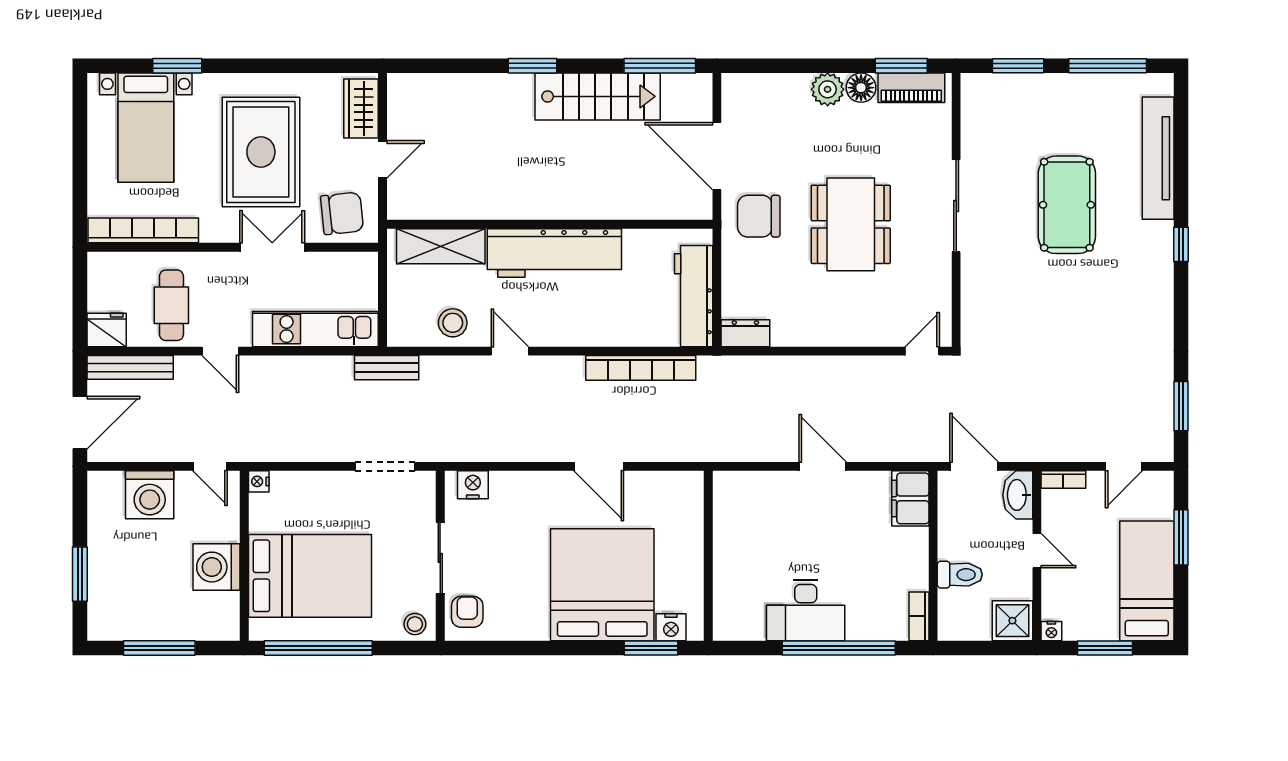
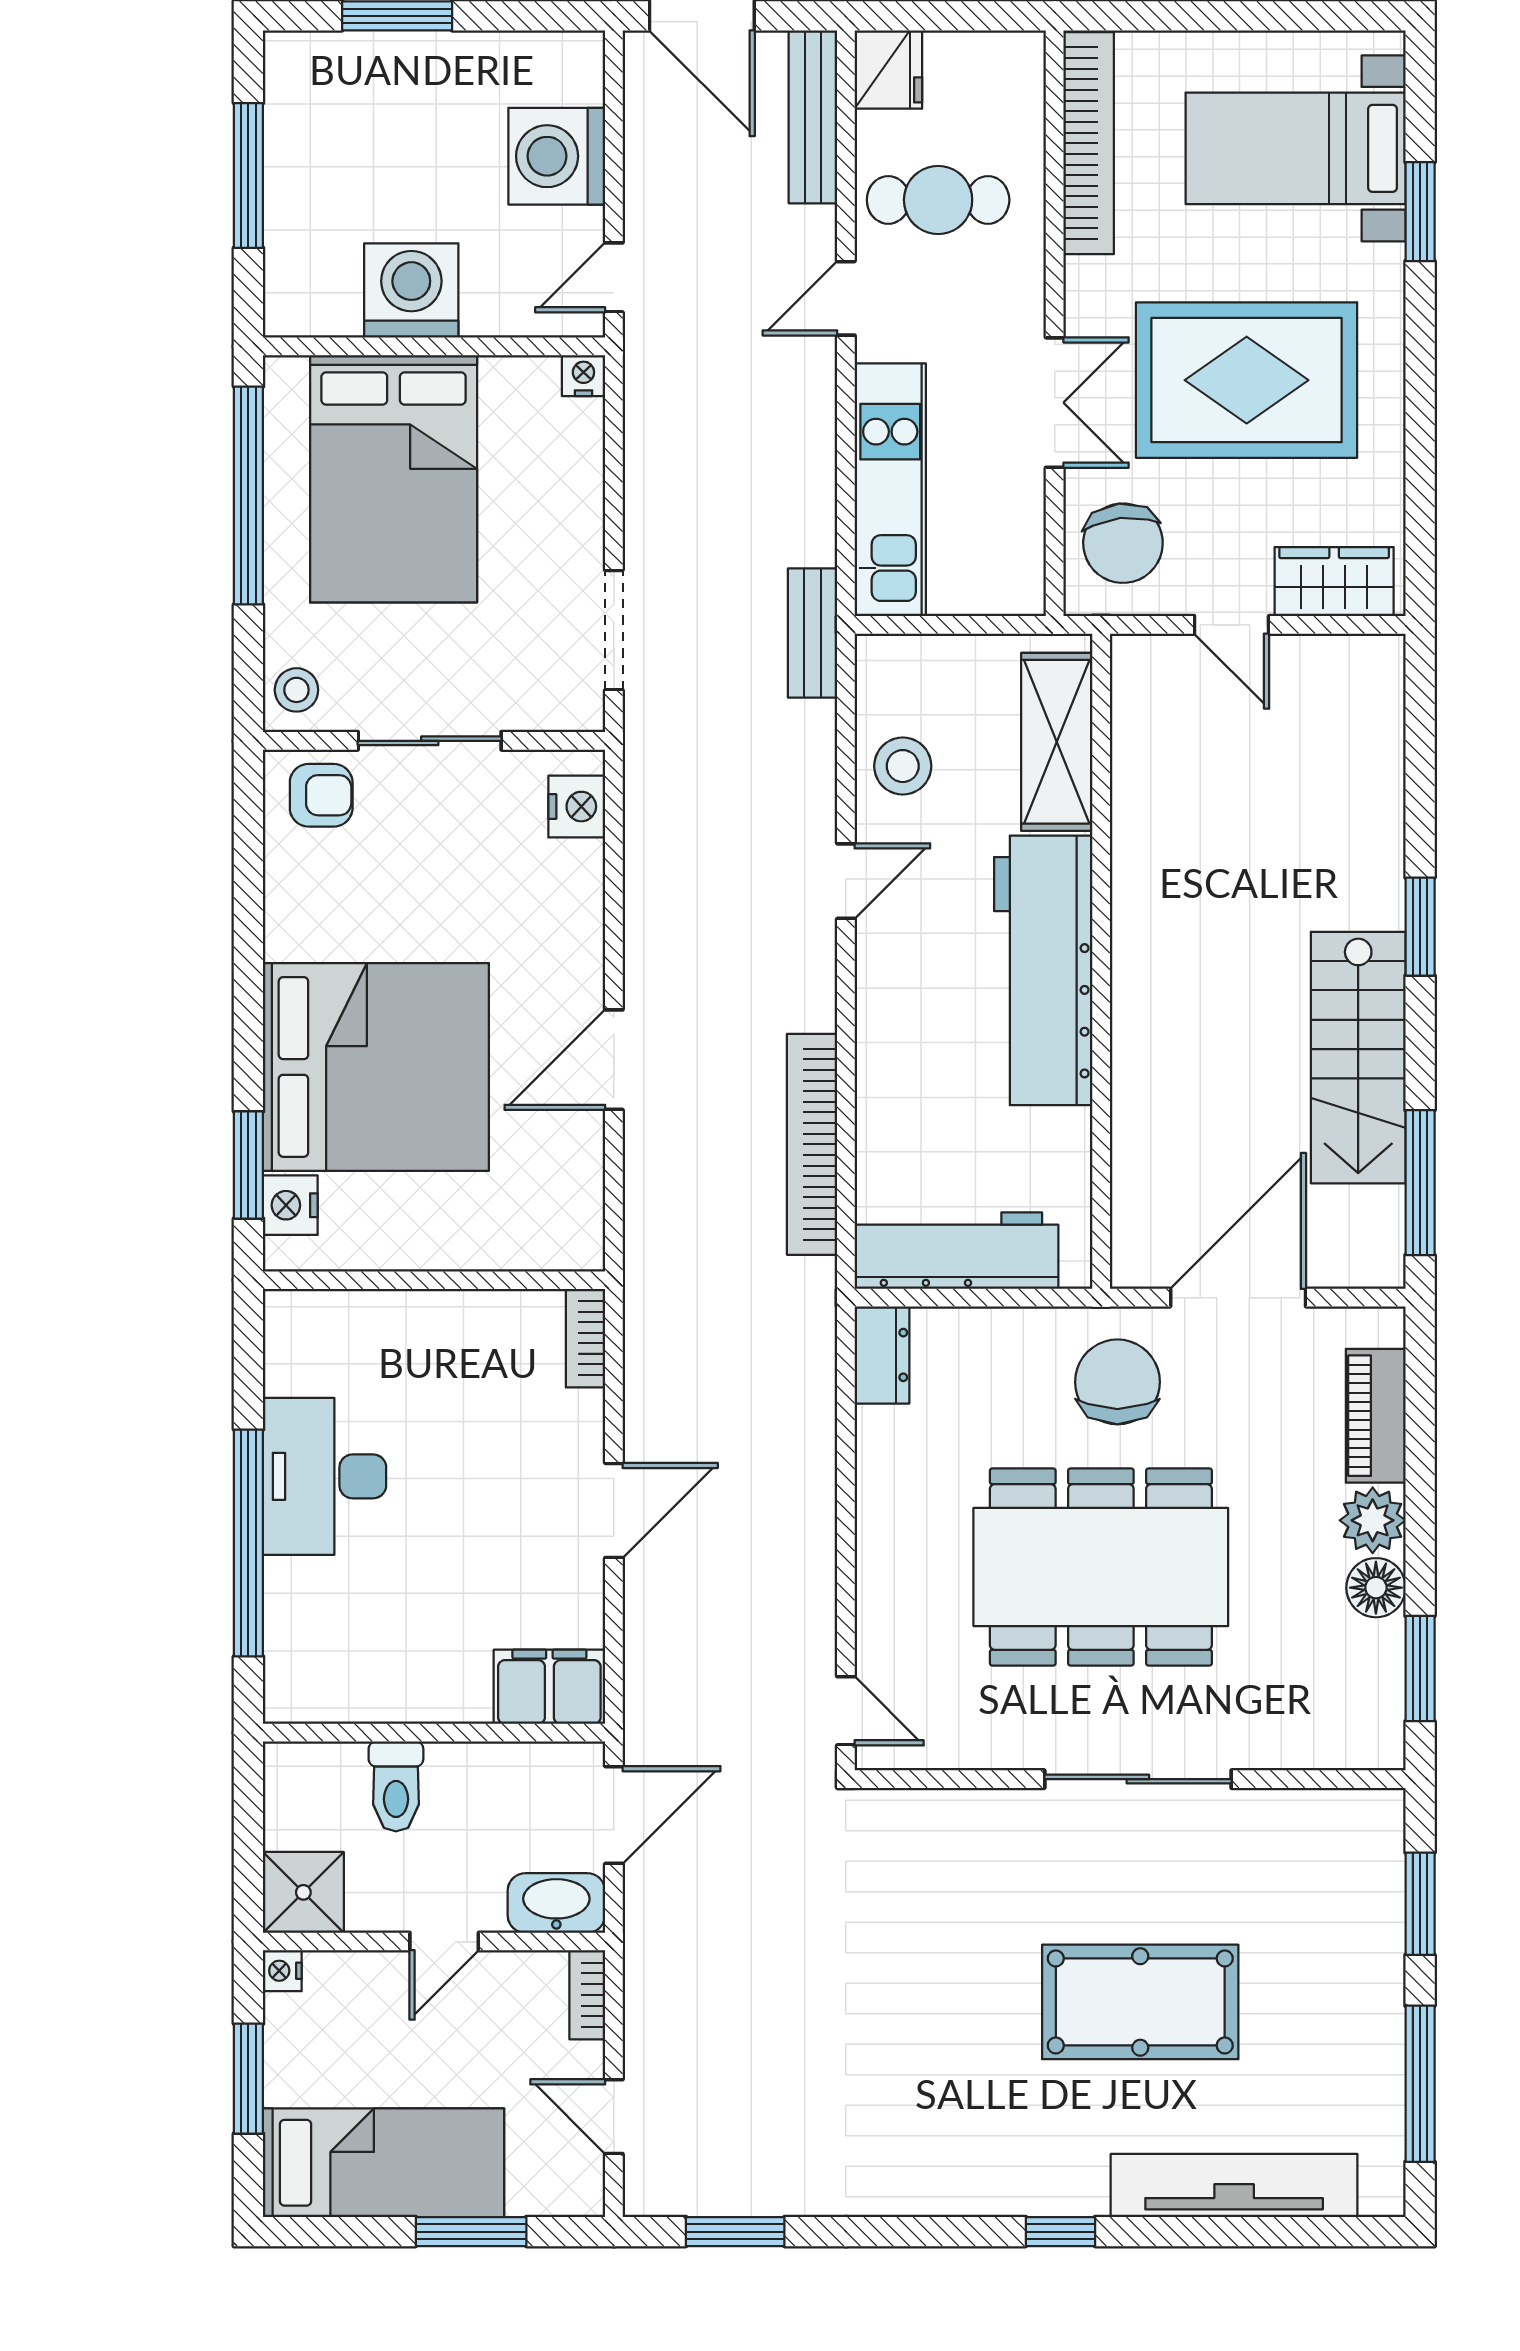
piano: (911, 88) -> (1376, 1416), moved
dining table: (851, 224) -> (1101, 1567), width x1.36, depth x1.24
bookcase: (919, 616) -> (585, 1338), moved, turned -90

